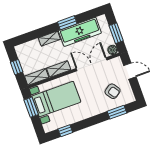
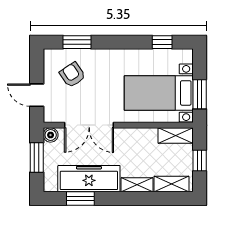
window: (67, 23) -> (80, 198), moved
shelving: (59, 69) -> (172, 184), moved

